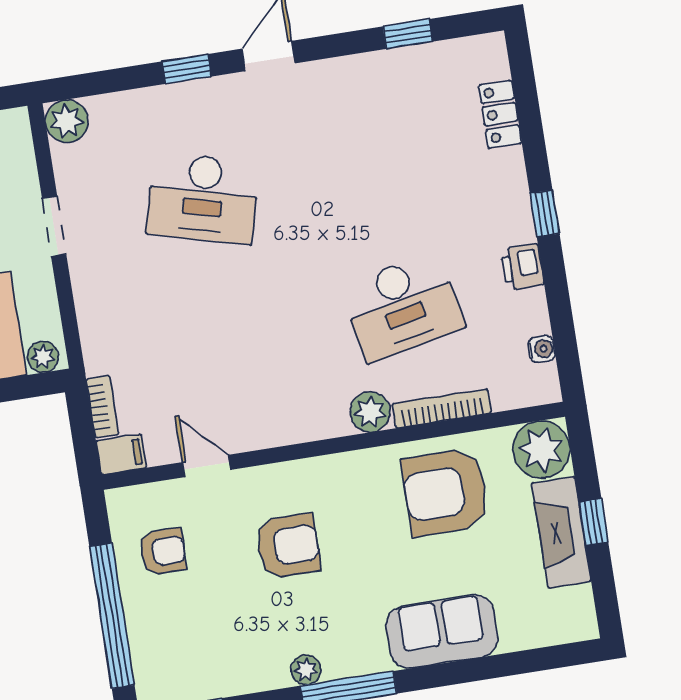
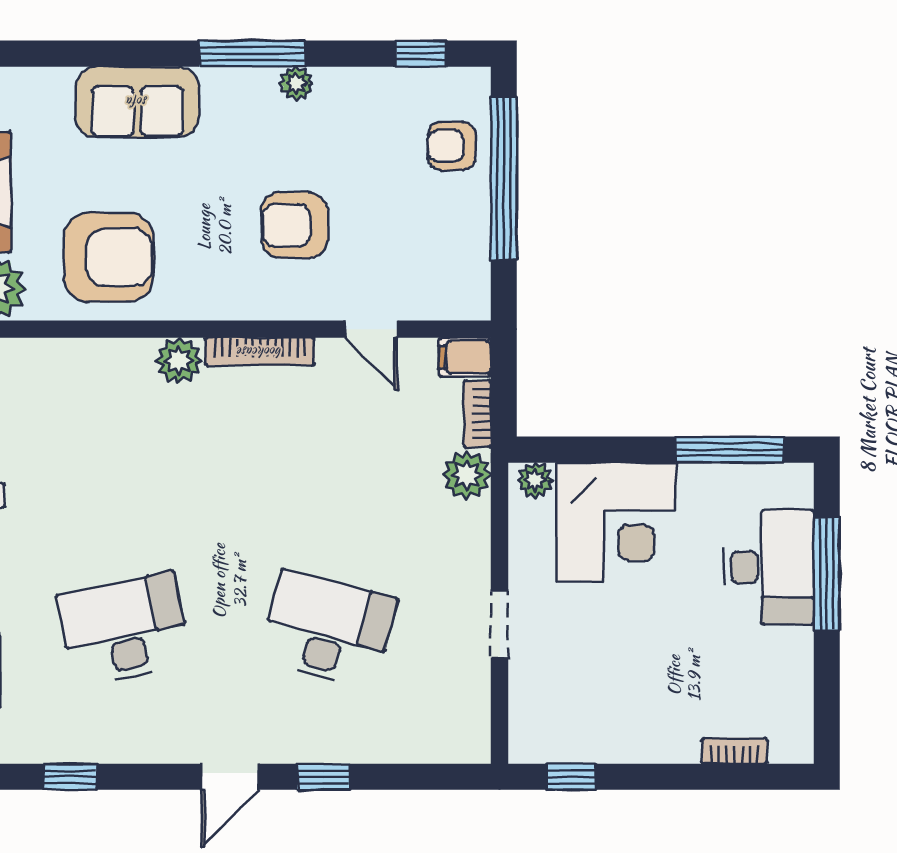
plant: (67, 121) -> (467, 475), moved
desk: (402, 307) -> (124, 629), moved
bookcase: (442, 408) -> (260, 352), moved
armchair: (163, 552) -> (452, 146), moved

